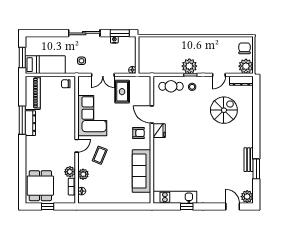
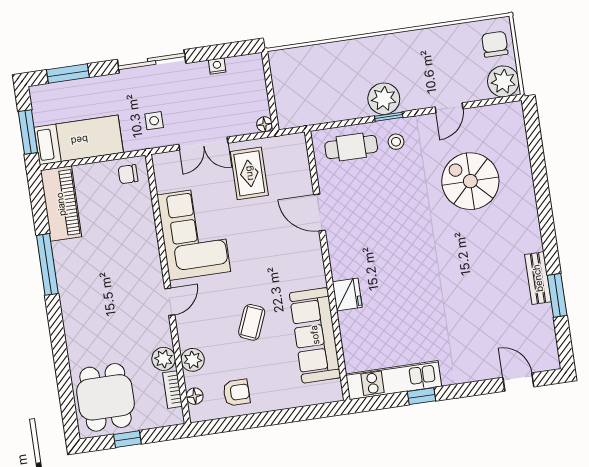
window: (120, 33) -> (68, 74), moved
dresser: (241, 81) -> (498, 113), removed
spiral stairs: (224, 110) -> (470, 181), turned -90
dresser: (30, 123) -> (65, 268), removed
fridge: (159, 131) -> (347, 295), moved
armchair: (139, 133) -> (236, 393), moved
coffee table: (100, 155) -> (252, 322), moved
plant: (247, 197) -> (546, 357), removed

